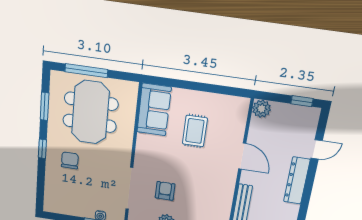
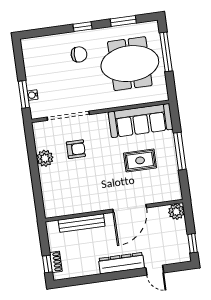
window: (197, 86) -> (180, 151), added
sofa: (154, 110) -> (141, 121), width x1.36
door: (242, 156) -> (130, 208), width x1.36

